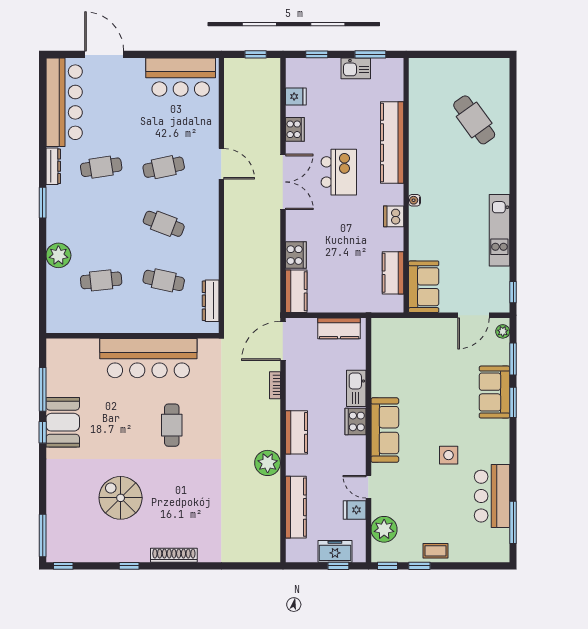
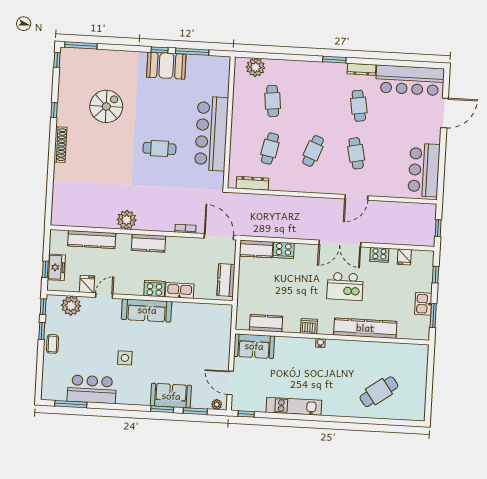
plant: (58, 255) -> (255, 67), moved

